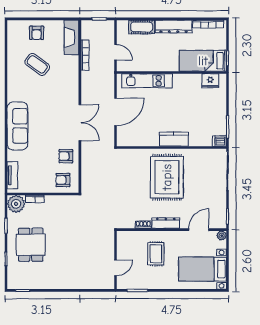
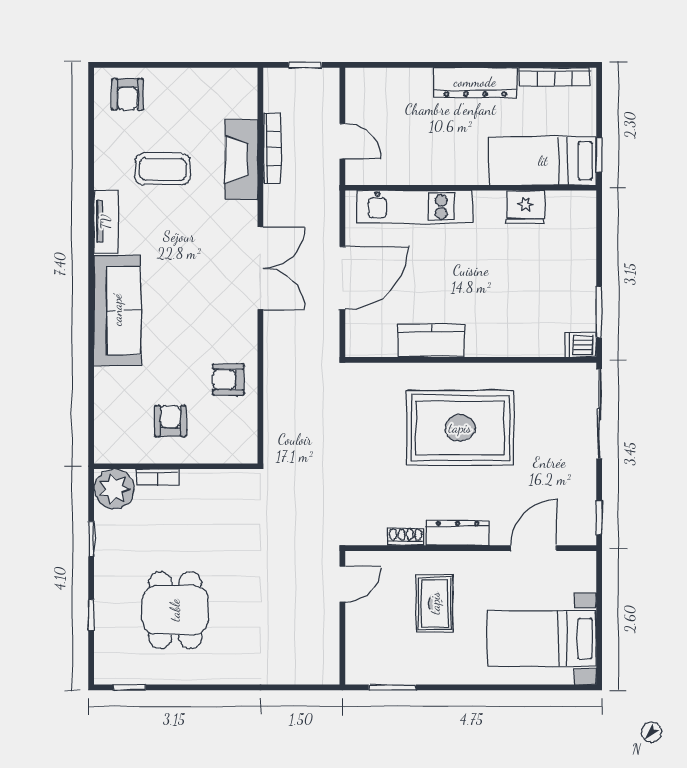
cot: (142, 27) -> (402, 84), removed
armchair: (37, 33) -> (128, 94), moved
fireplace: (71, 37) -> (241, 160), moved
coffee table: (37, 64) -> (163, 169), turned -36
fridge: (210, 81) -> (526, 207), moved
double door: (80, 123) -> (260, 268), moved
kitchen counter: (174, 139) -> (431, 340), moved
tv unit: (12, 175) -> (106, 222), moved
rug: (167, 177) -> (460, 428), turned 90
armchair: (63, 180) -> (170, 421), moved, turned 90
plant: (222, 236) -> (586, 562), removed
dining table: (31, 245) -> (175, 610), moved
door: (116, 268) -> (342, 584), moved

